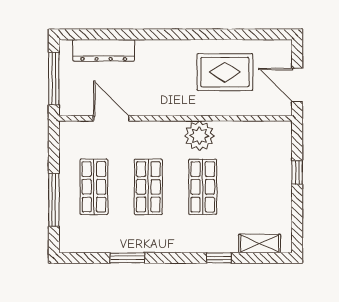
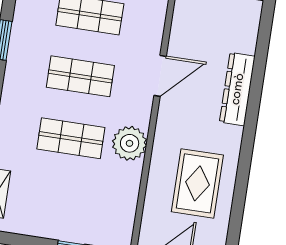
dresser: (104, 50) -> (237, 89), moved
door: (111, 118) -> (160, 76), moved

